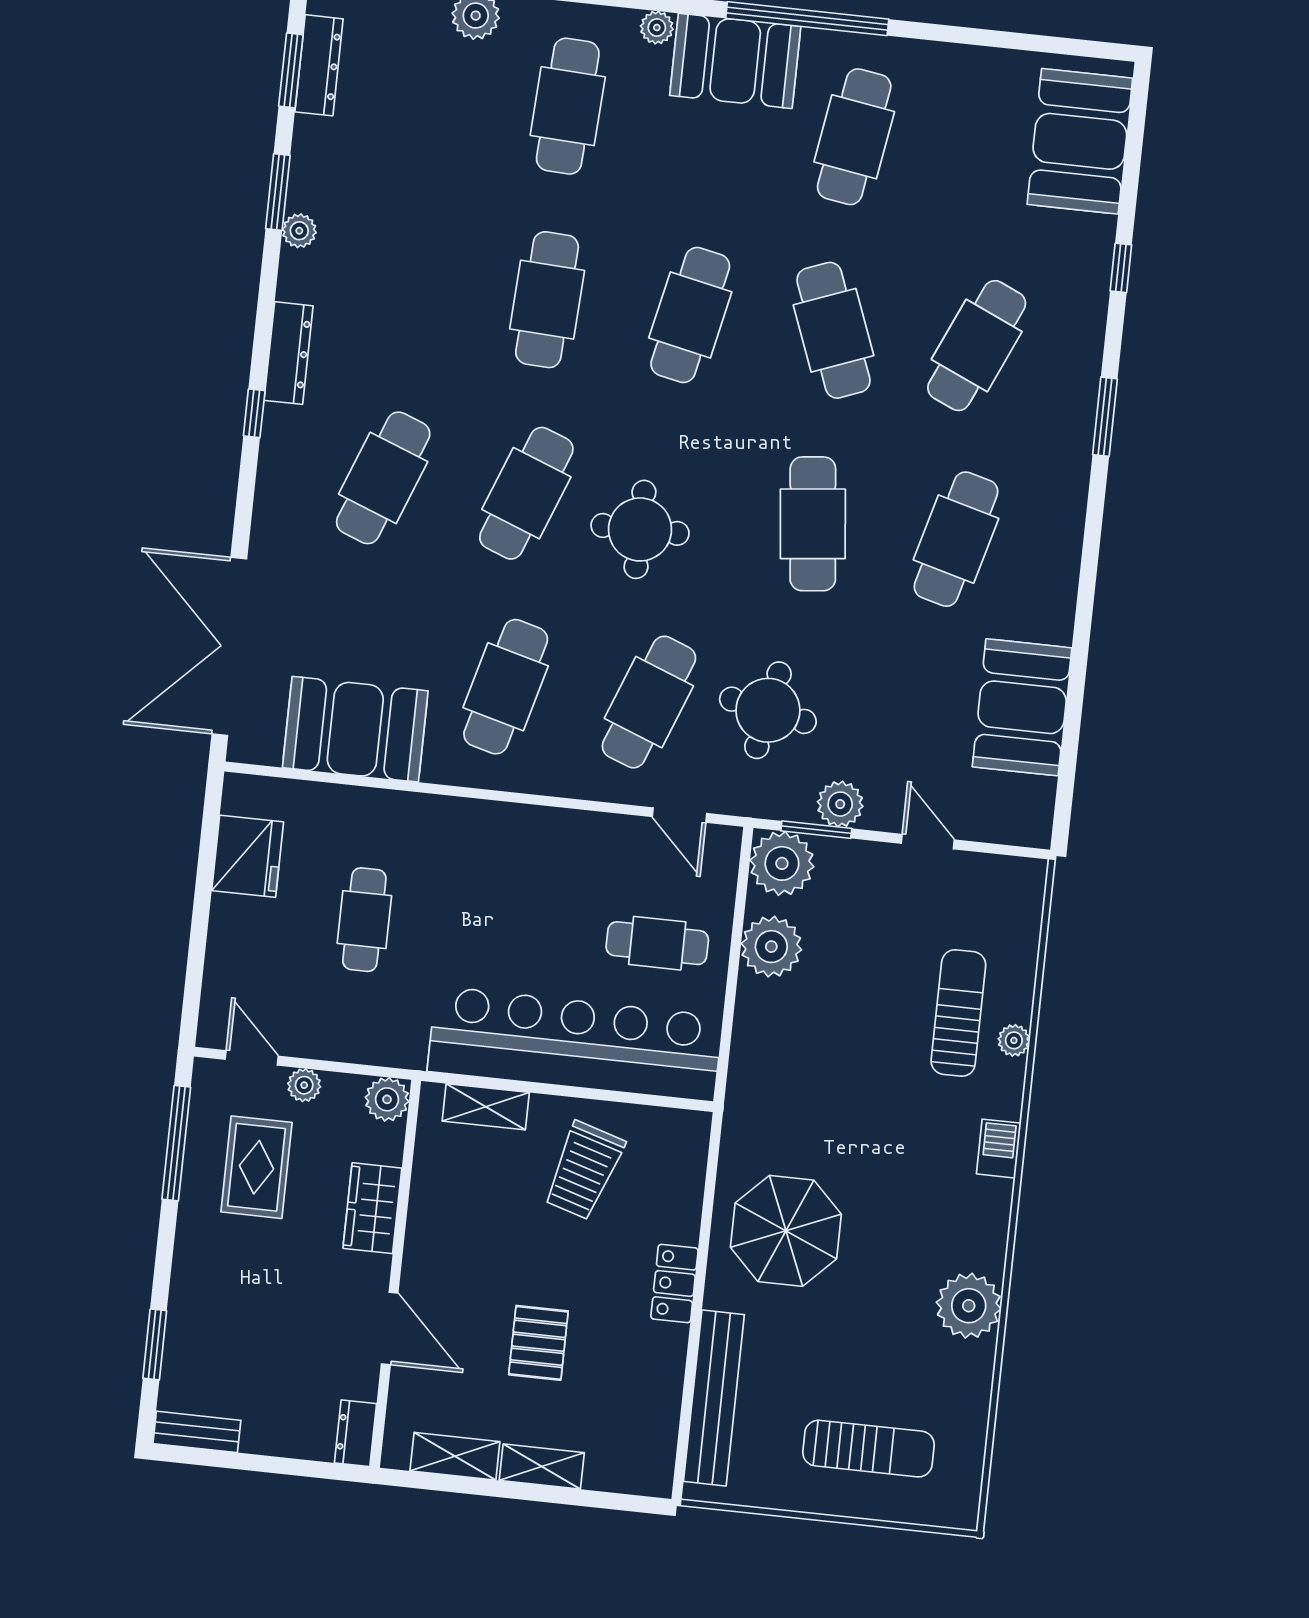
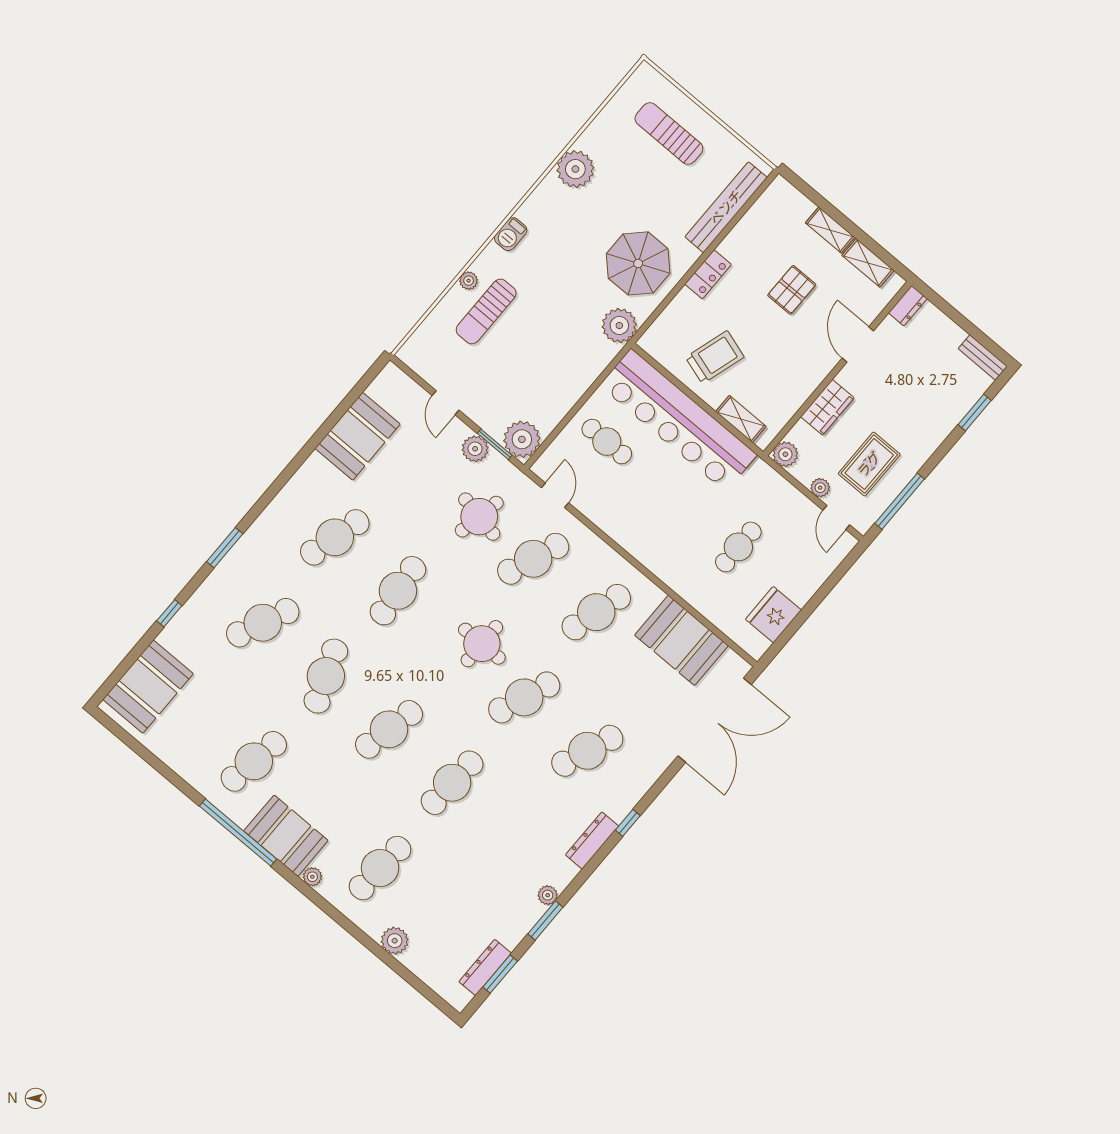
plant: (771, 947) -> (619, 325), moved

